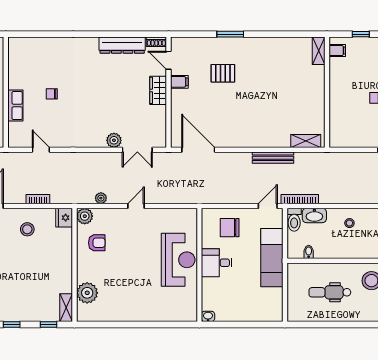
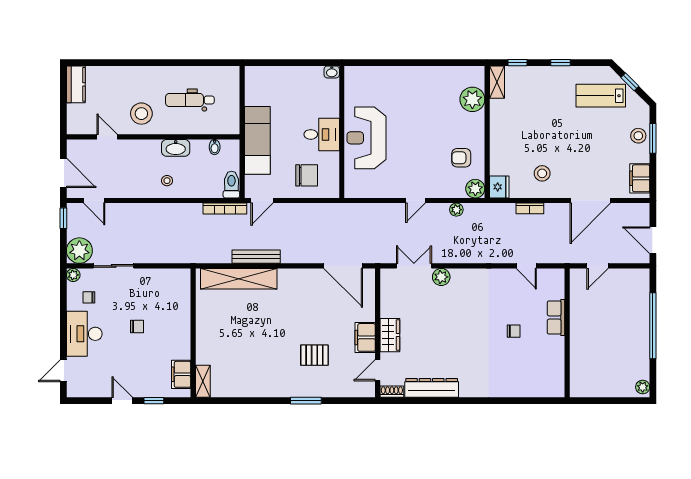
filing cabinet: (337, 51) -> (181, 374), width x2.00
door: (169, 60) -> (378, 370), swing flipped
filing cabinet: (179, 82) -> (365, 337), width x2.00
shelving: (306, 141) -> (239, 279), width x2.20, depth x1.33
washbasin: (314, 215) -> (176, 148), moved, turned 180
dental chair: (330, 292) -> (190, 100), turned 180

